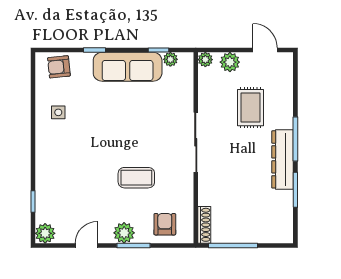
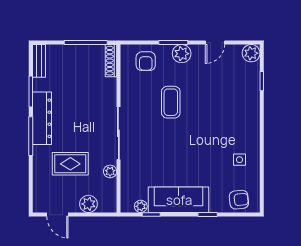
plant: (205, 60) -> (110, 171), moved
rug: (251, 108) -> (70, 164), turned 90
coffee table: (136, 178) -> (171, 102), turned 90
bench: (286, 224) -> (39, 61), added

